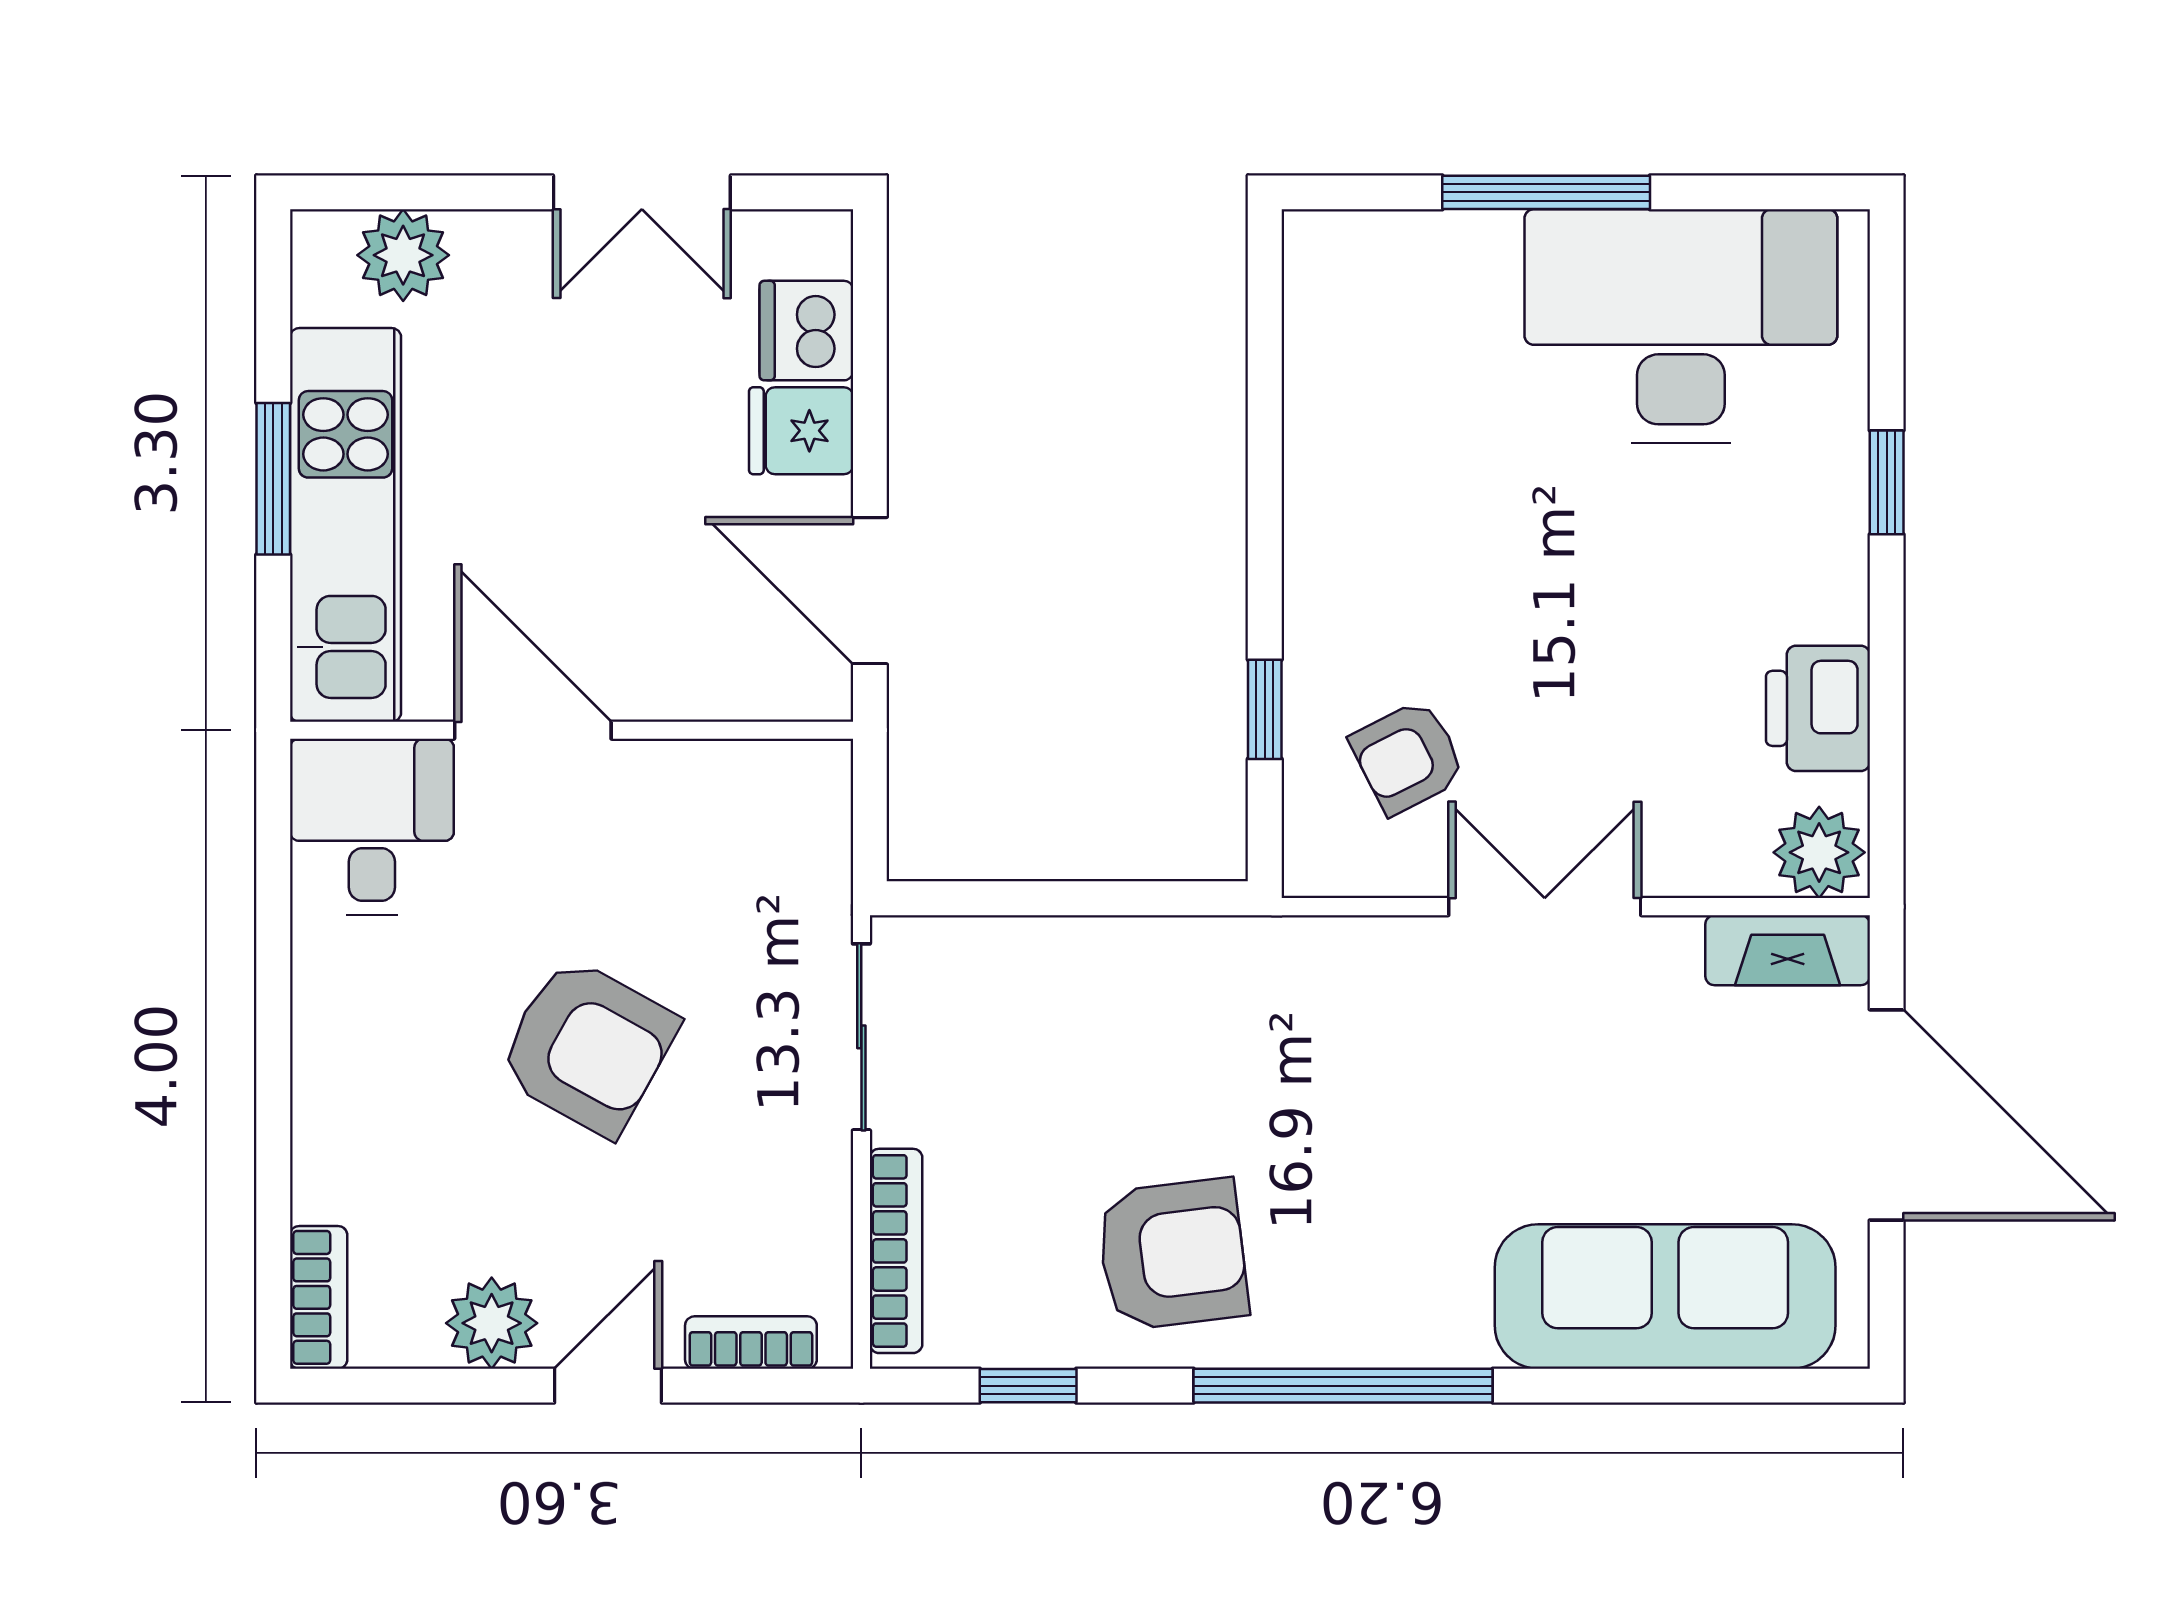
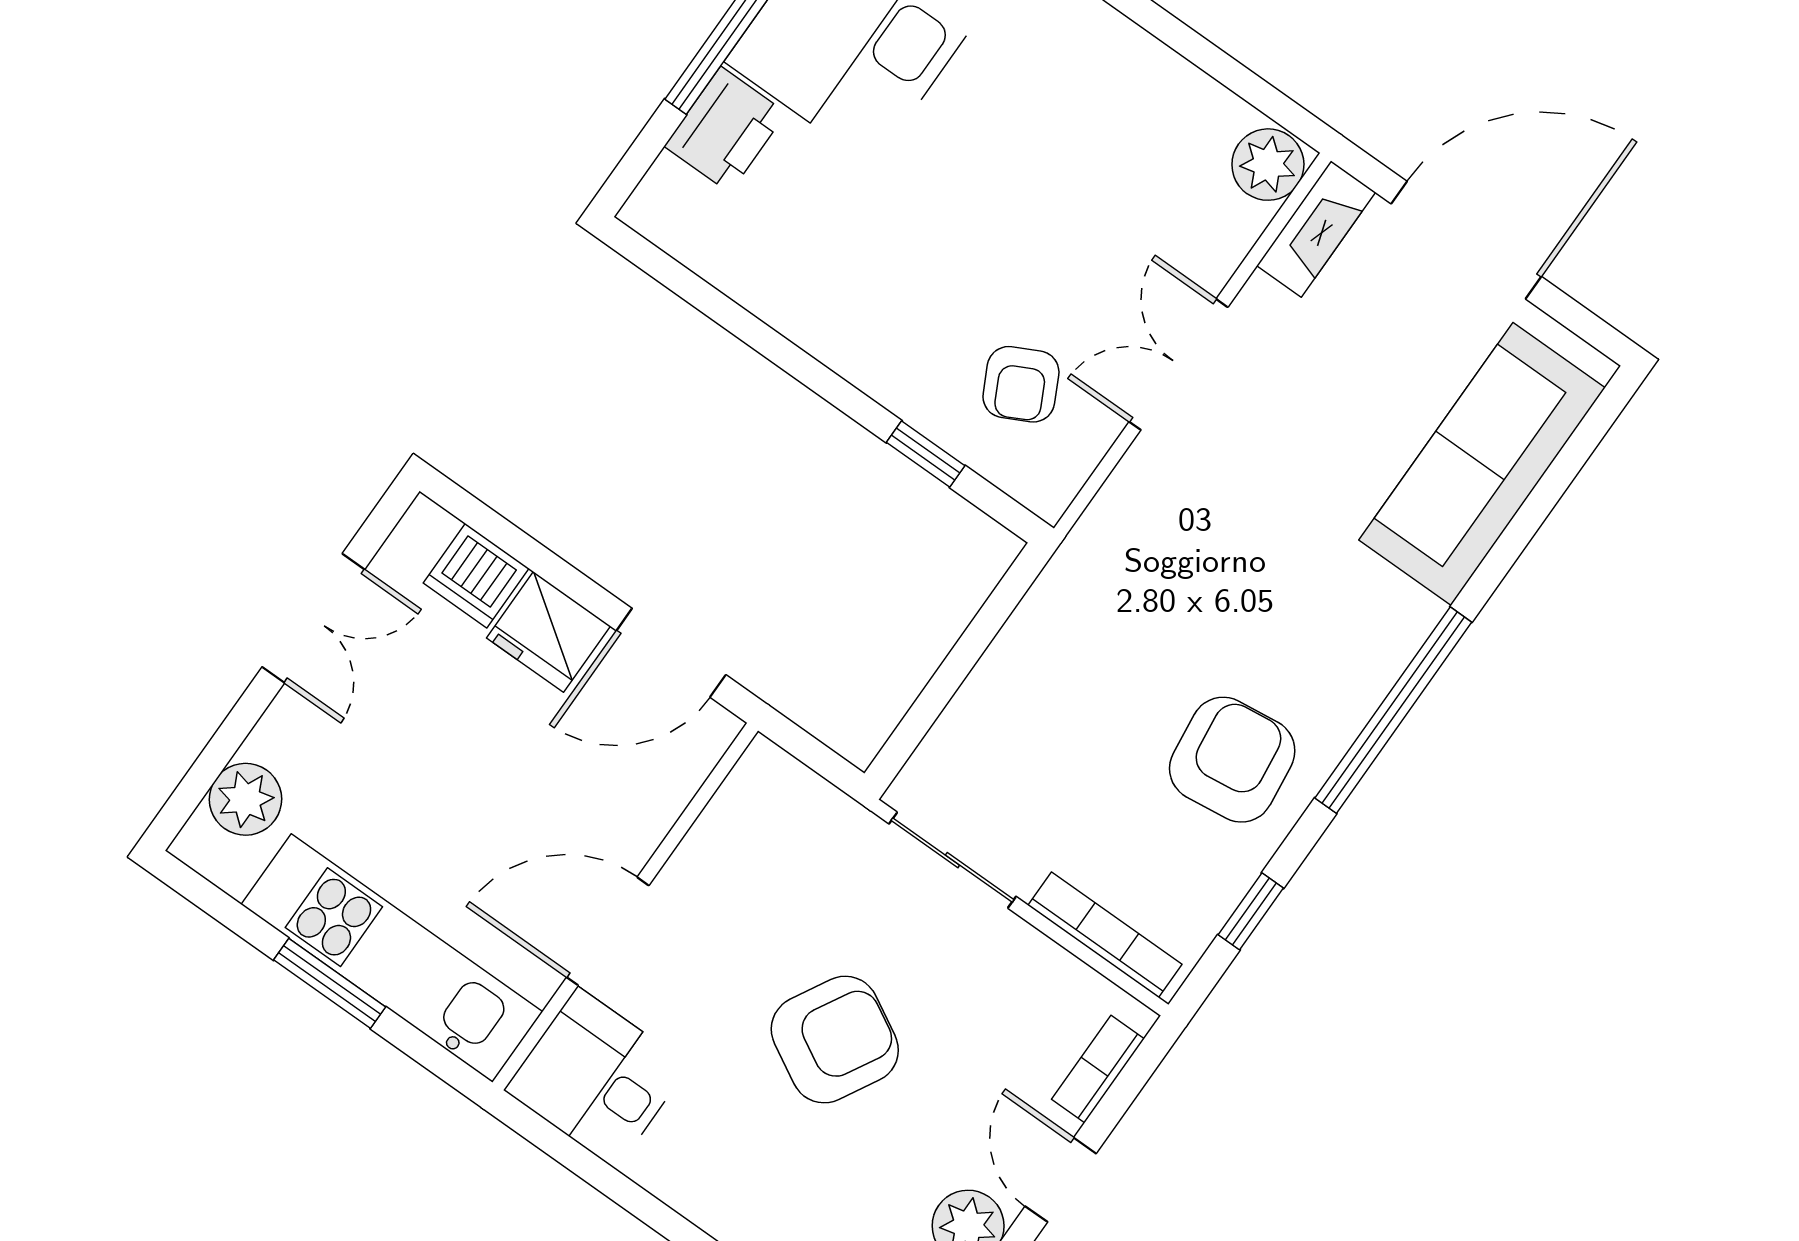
fridge: (801, 431) -> (549, 632), width x1.38
printer: (1818, 708) -> (725, 130), moved, turned -90

